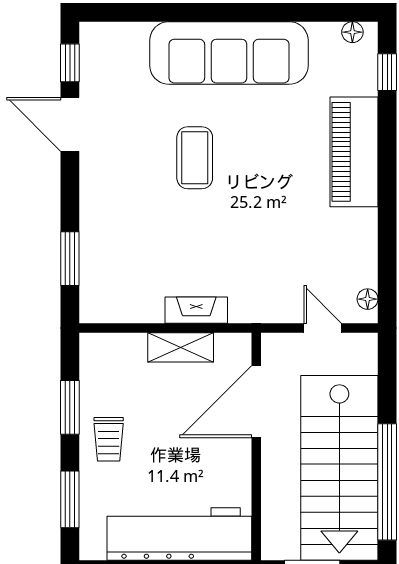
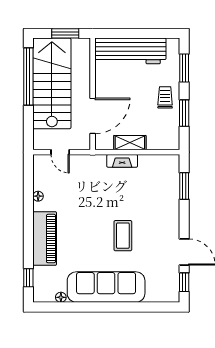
floor lamp: (352, 32) -> (61, 297), moved
floor lamp: (368, 299) -> (38, 196), moved

